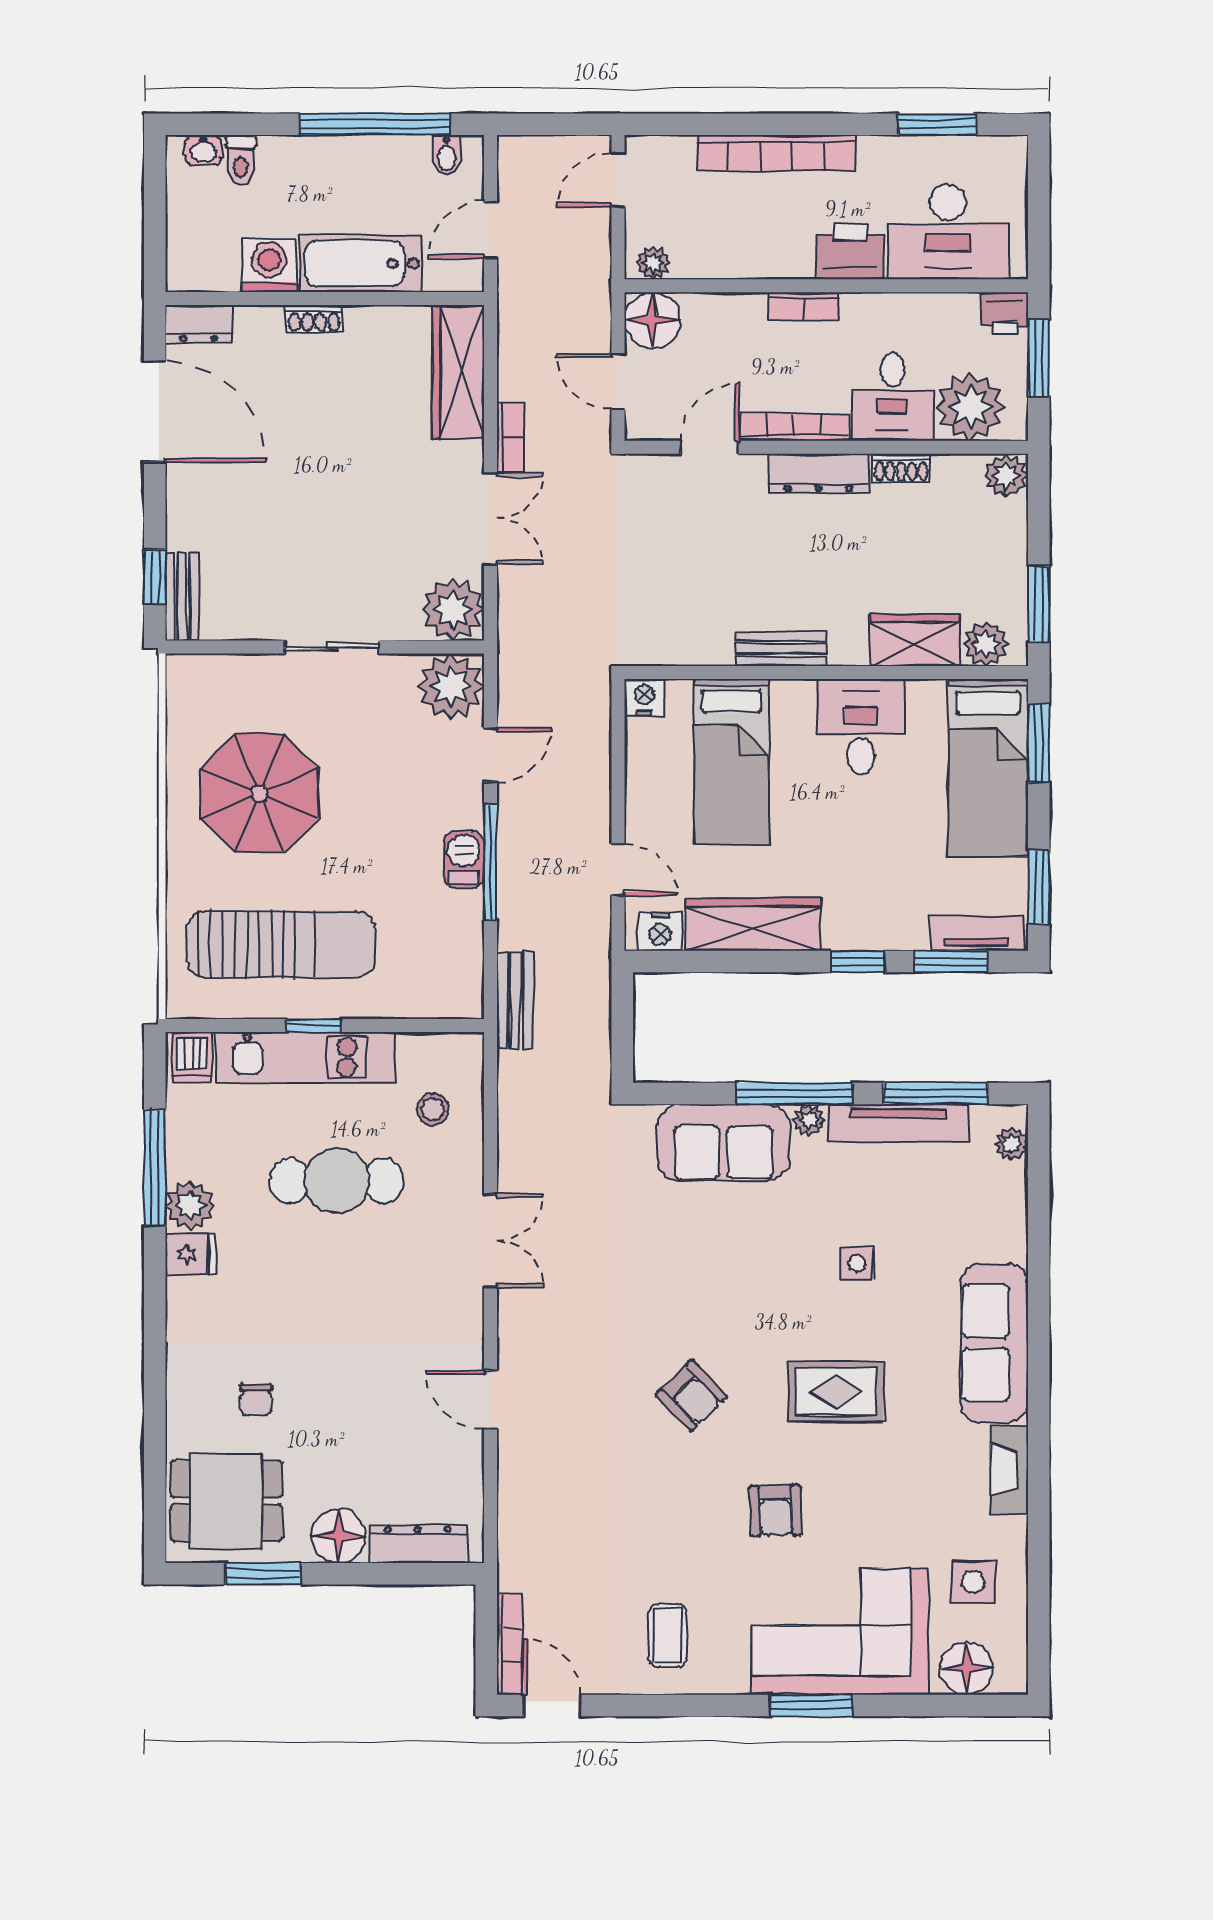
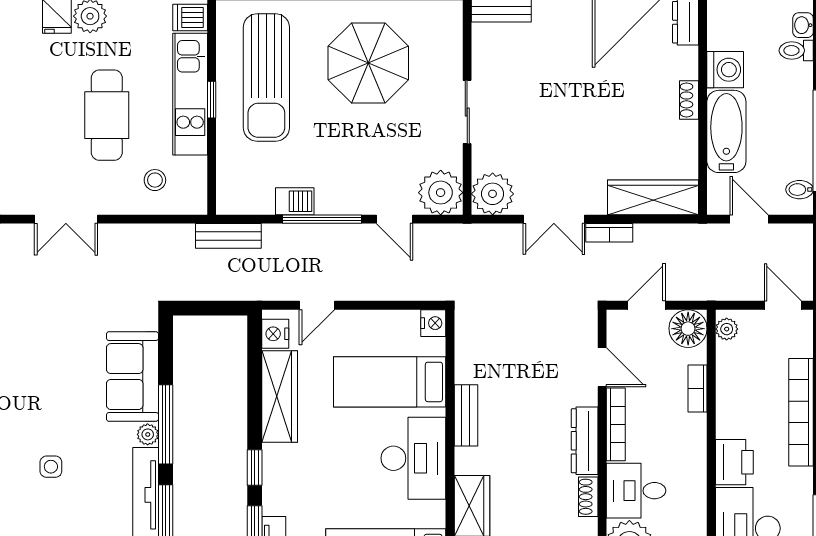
bookcase: (803, 306) -> (698, 389), moved
desk: (861, 727) -> (413, 458), width x1.37
barbecue: (464, 859) -> (295, 201), moved

